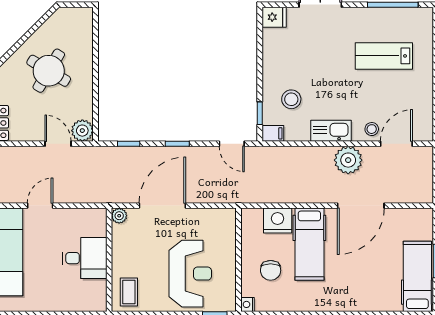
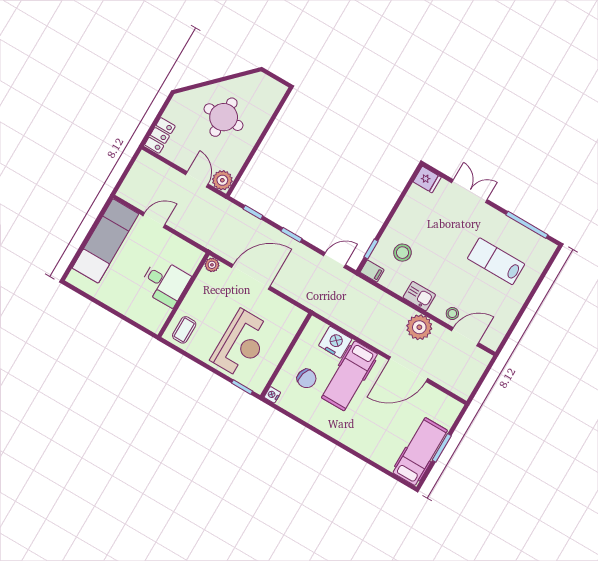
round table: (49, 71) -> (224, 117), turned -31
kitchen sink: (331, 131) -> (419, 296), width x0.73
door: (232, 144) -> (335, 260), swing flipped
chair: (271, 270) -> (307, 379), turned -74

